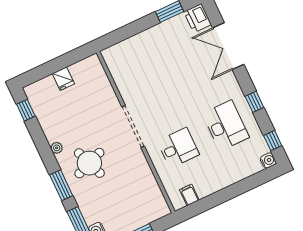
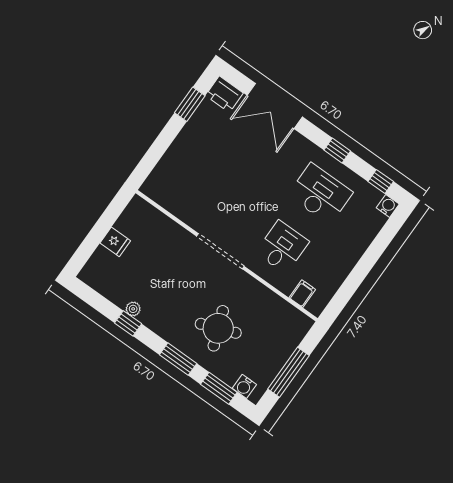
window: (26, 110) -> (128, 323), moved
plant: (57, 148) -> (133, 309), moved
round table: (89, 163) -> (218, 328), moved
filing cabinet: (189, 195) -> (302, 294), moved, turned 90

